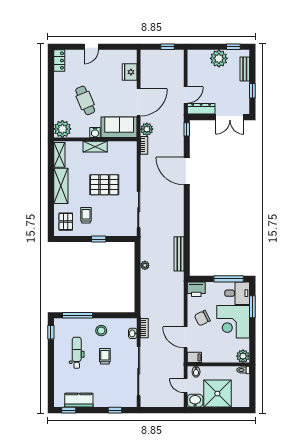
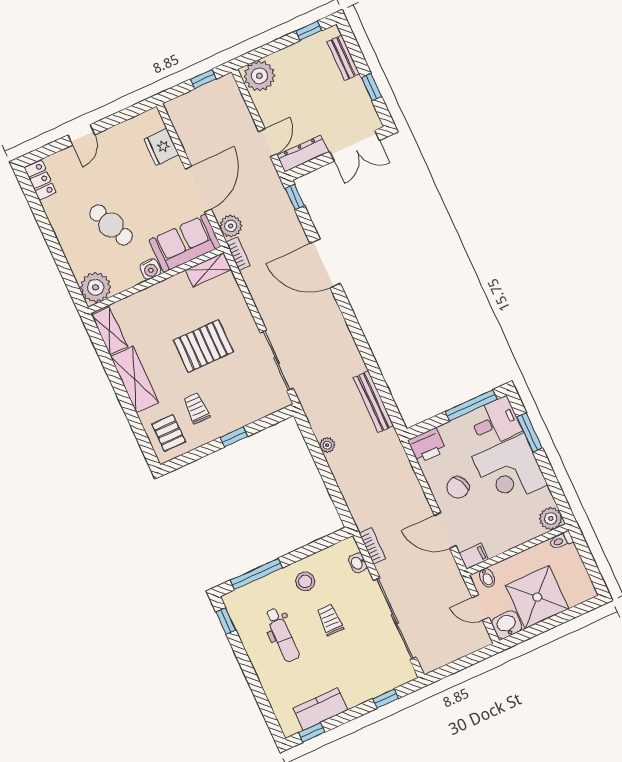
plant: (219, 58) -> (259, 76), moved
shelving: (95, 147) -> (208, 270), moved
dental chair: (77, 353) -> (282, 635), turned 180

